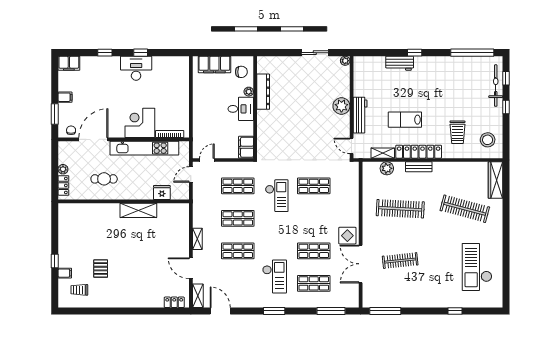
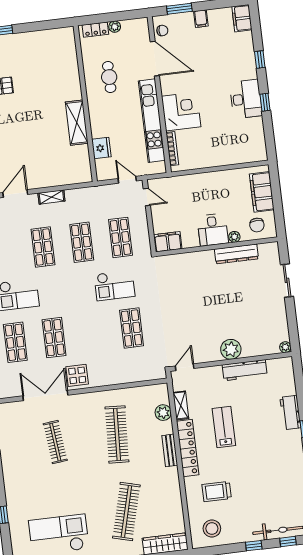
sliding door: (315, 53) -> (287, 280), moved
workbench: (360, 115) -> (245, 370), moved

